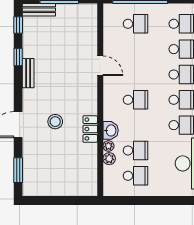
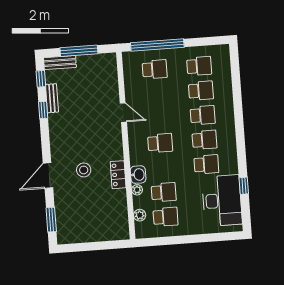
bench: (28, 73) -> (52, 98), moved
plant: (109, 159) -> (140, 215), moved

